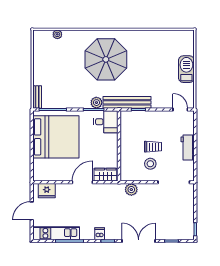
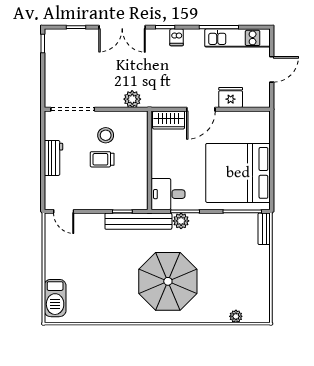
barbecue: (186, 69) -> (55, 298), moved
fridge: (47, 191) -> (231, 97), moved

